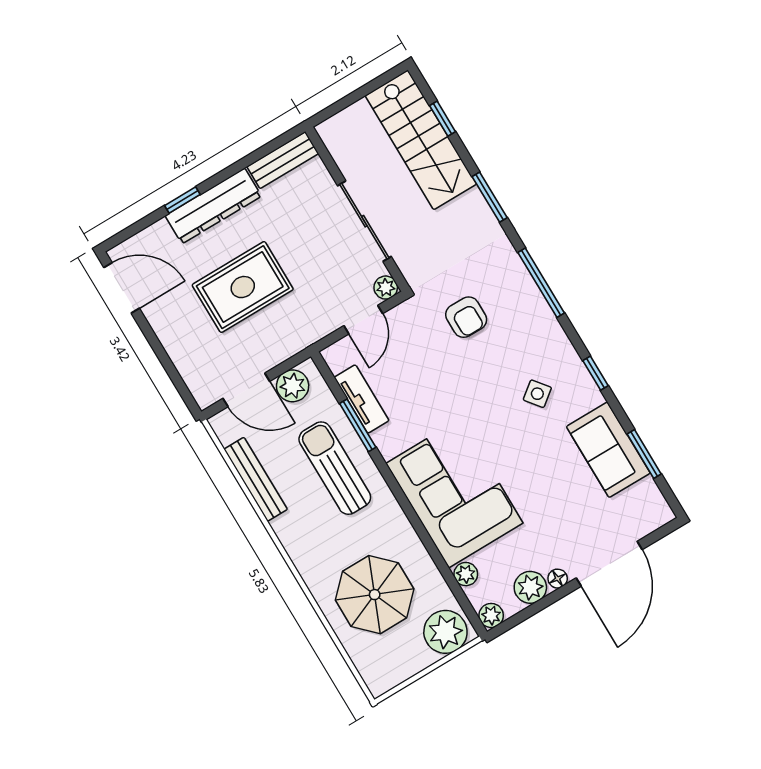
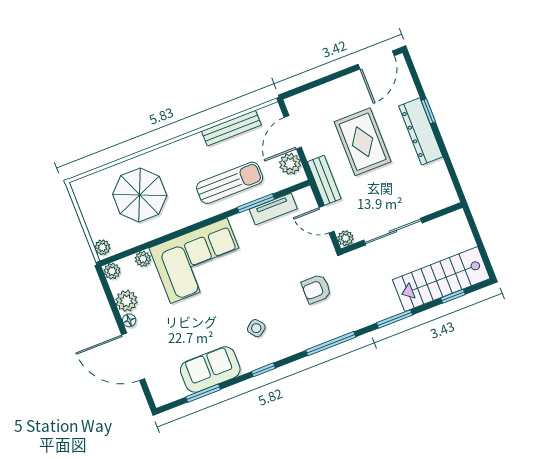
bench: (283, 160) -> (324, 180), moved
plant: (445, 632) -> (102, 247), width x0.53, depth x0.53

